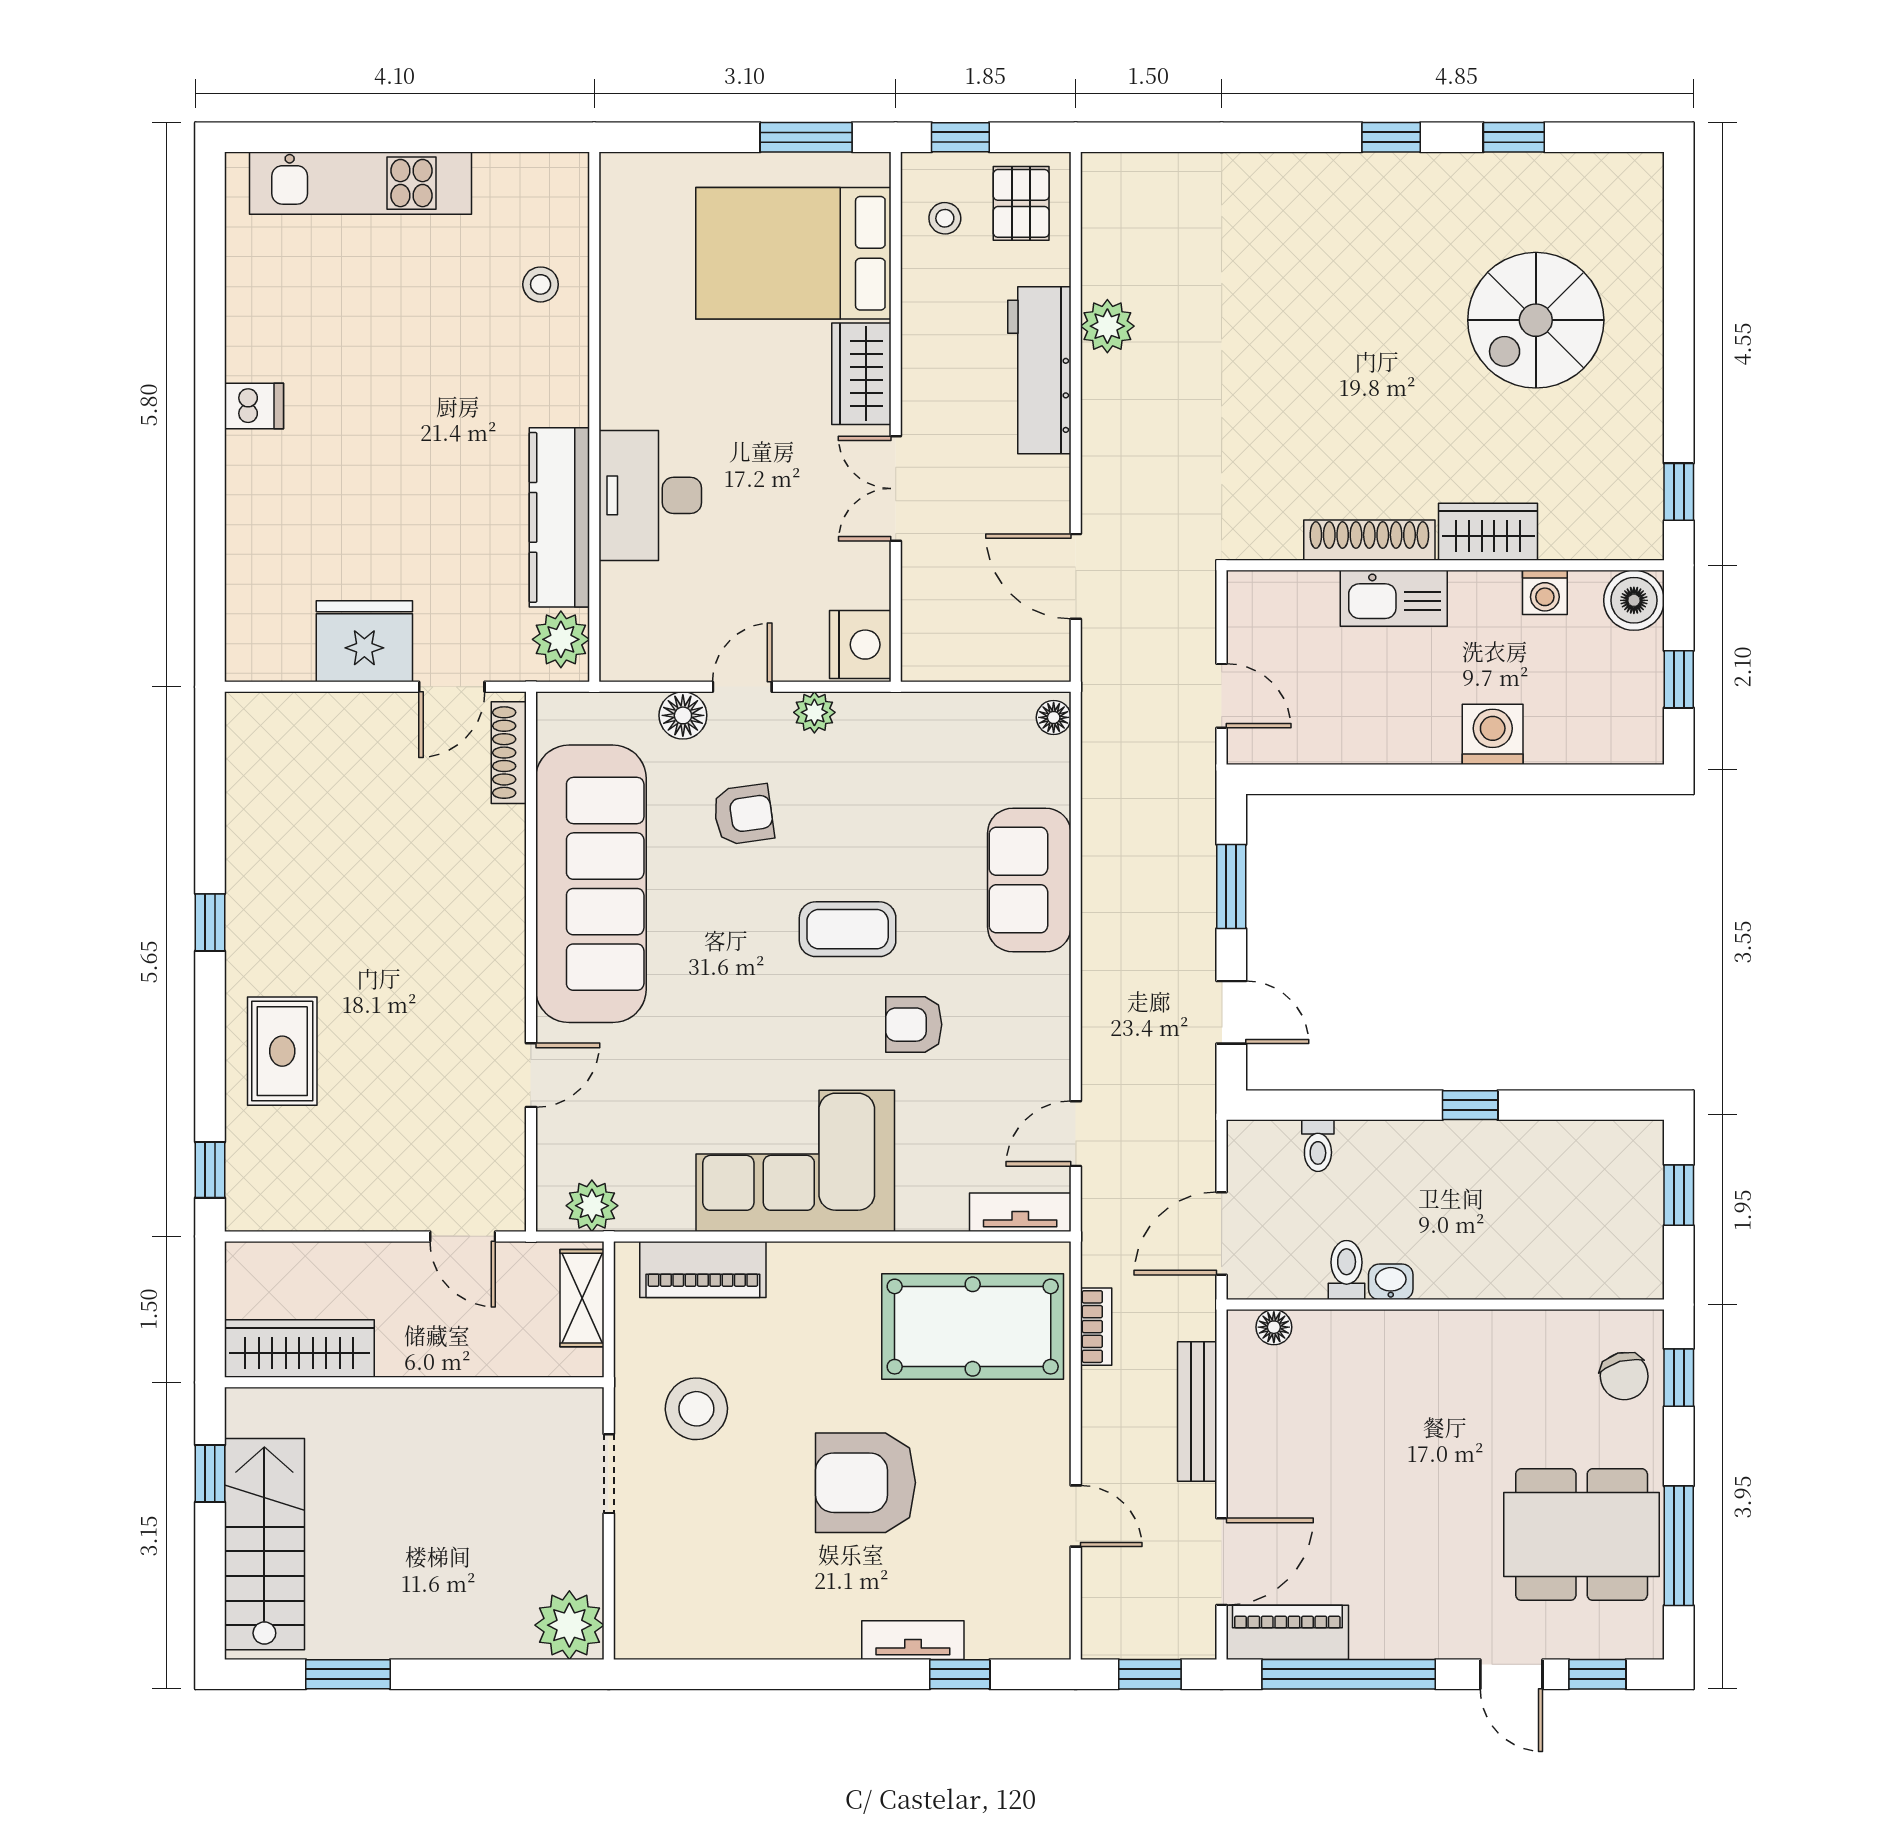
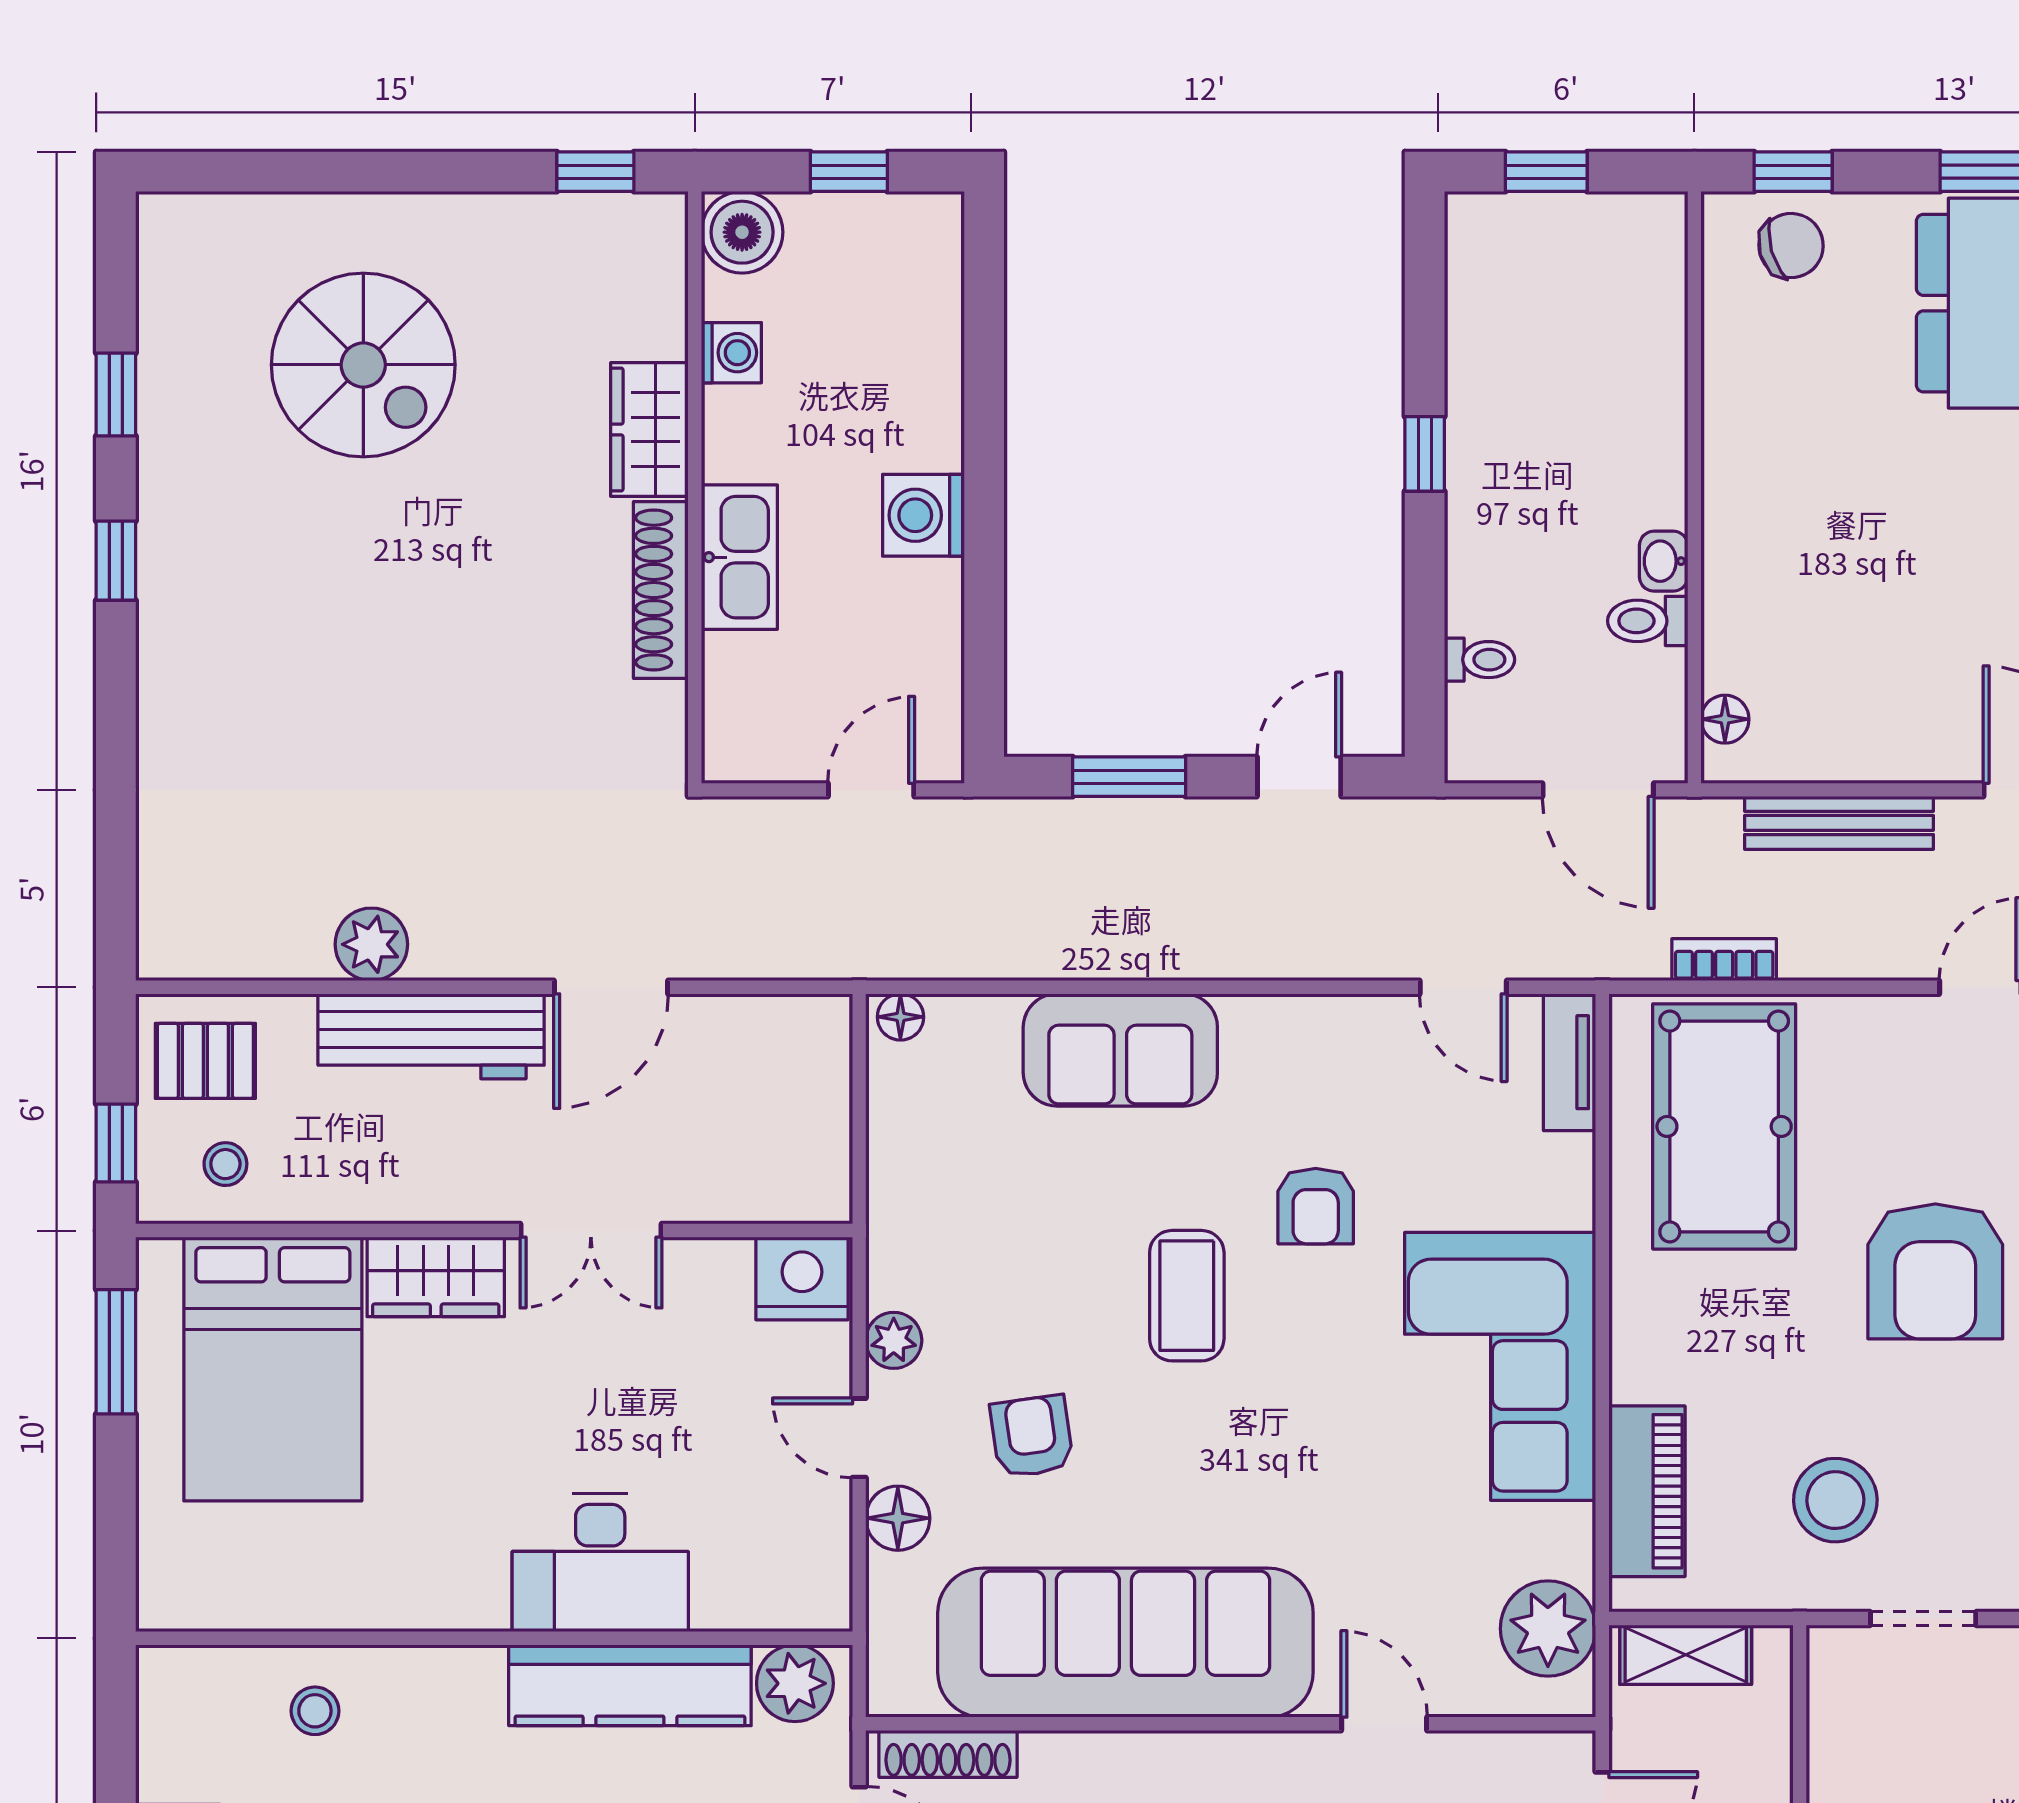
door: (1076, 576) -> (611, 987), moved
washing machine: (1493, 734) -> (923, 515), moved
plant: (592, 1206) -> (1548, 1629), width x1.36, depth x1.36

